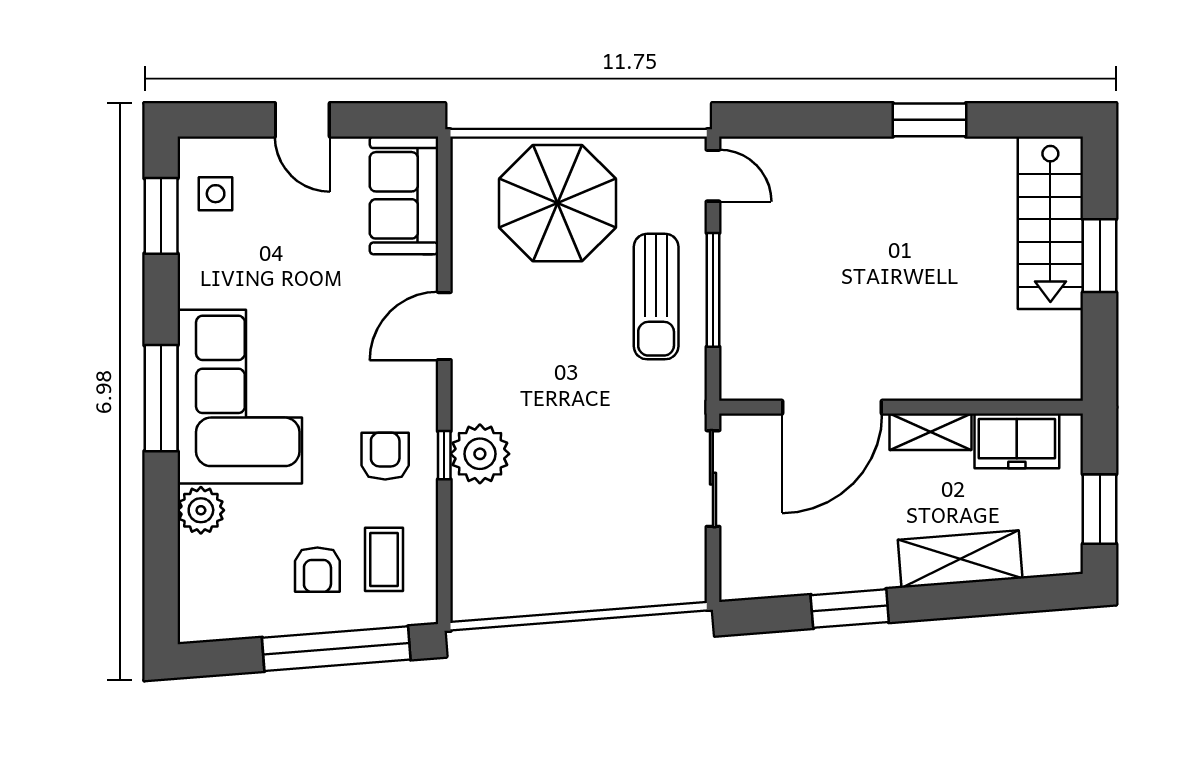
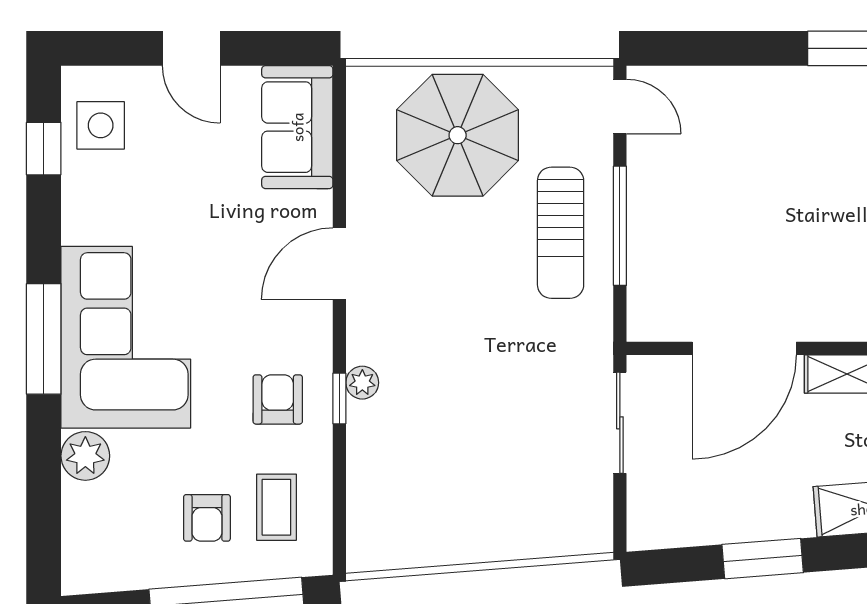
side table: (216, 194) -> (101, 125), width x1.37, depth x1.37
window: (161, 216) -> (44, 149), width x0.67
plant: (480, 454) -> (362, 383), width x0.53, depth x0.53

